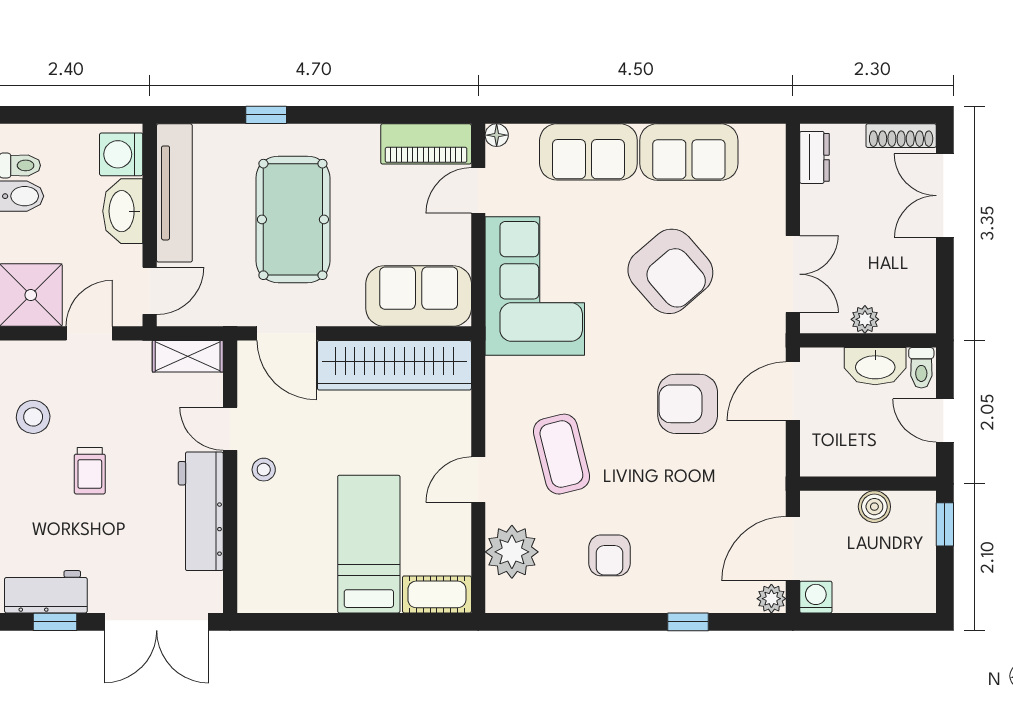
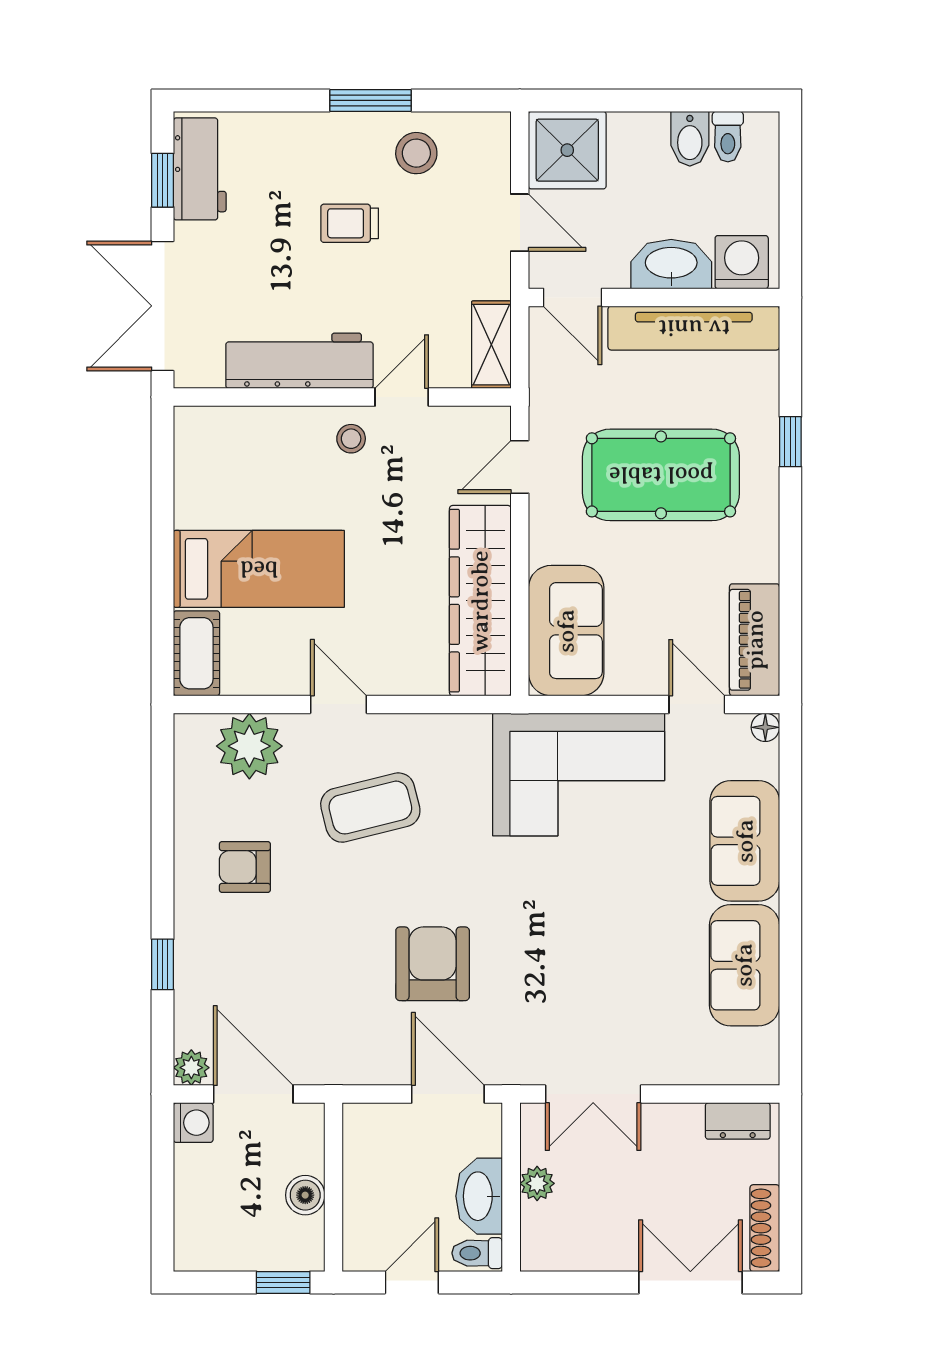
armchair: (670, 271) -> (597, 942), removed
door: (286, 333) -> (520, 467), width x0.73

